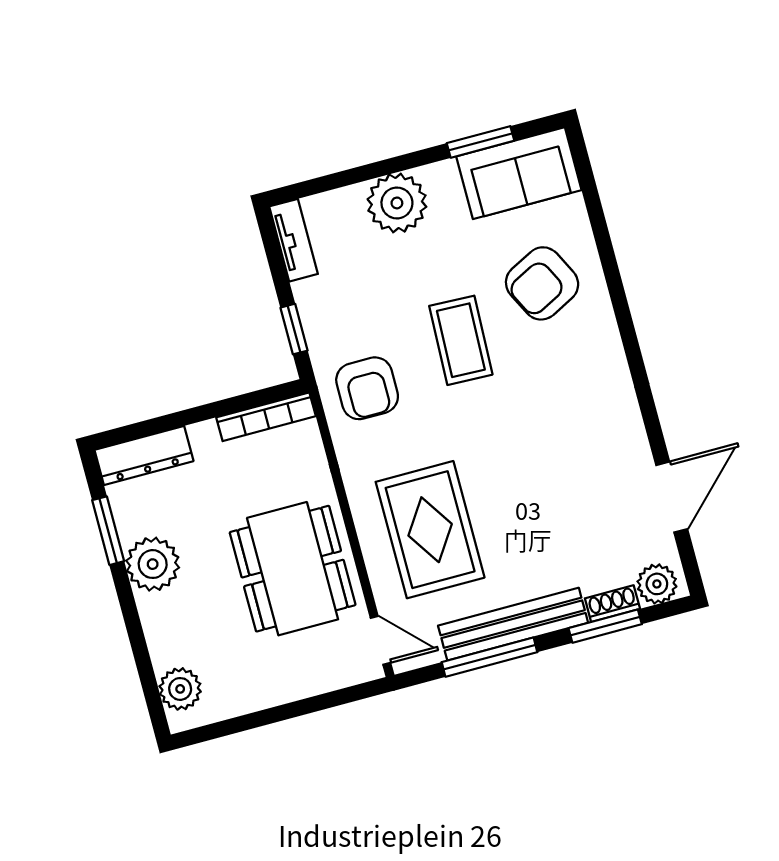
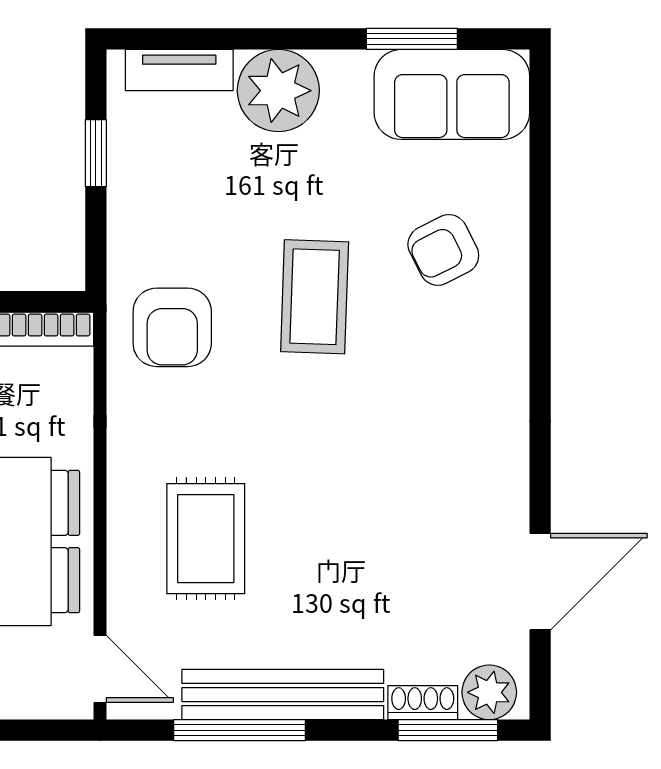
tv unit: (293, 240) -> (179, 70), moved, turned 90
armchair: (542, 283) -> (443, 250), width x0.72, depth x0.72
window: (294, 329) -> (96, 153), moved
rug: (430, 530) -> (206, 539), width x0.73, depth x0.70
window: (605, 626) -> (448, 730), moved

